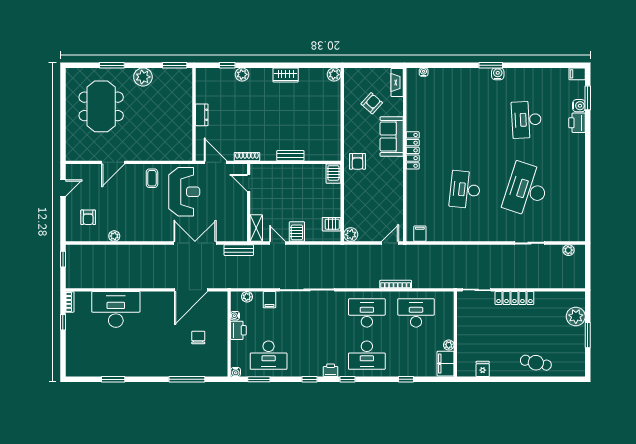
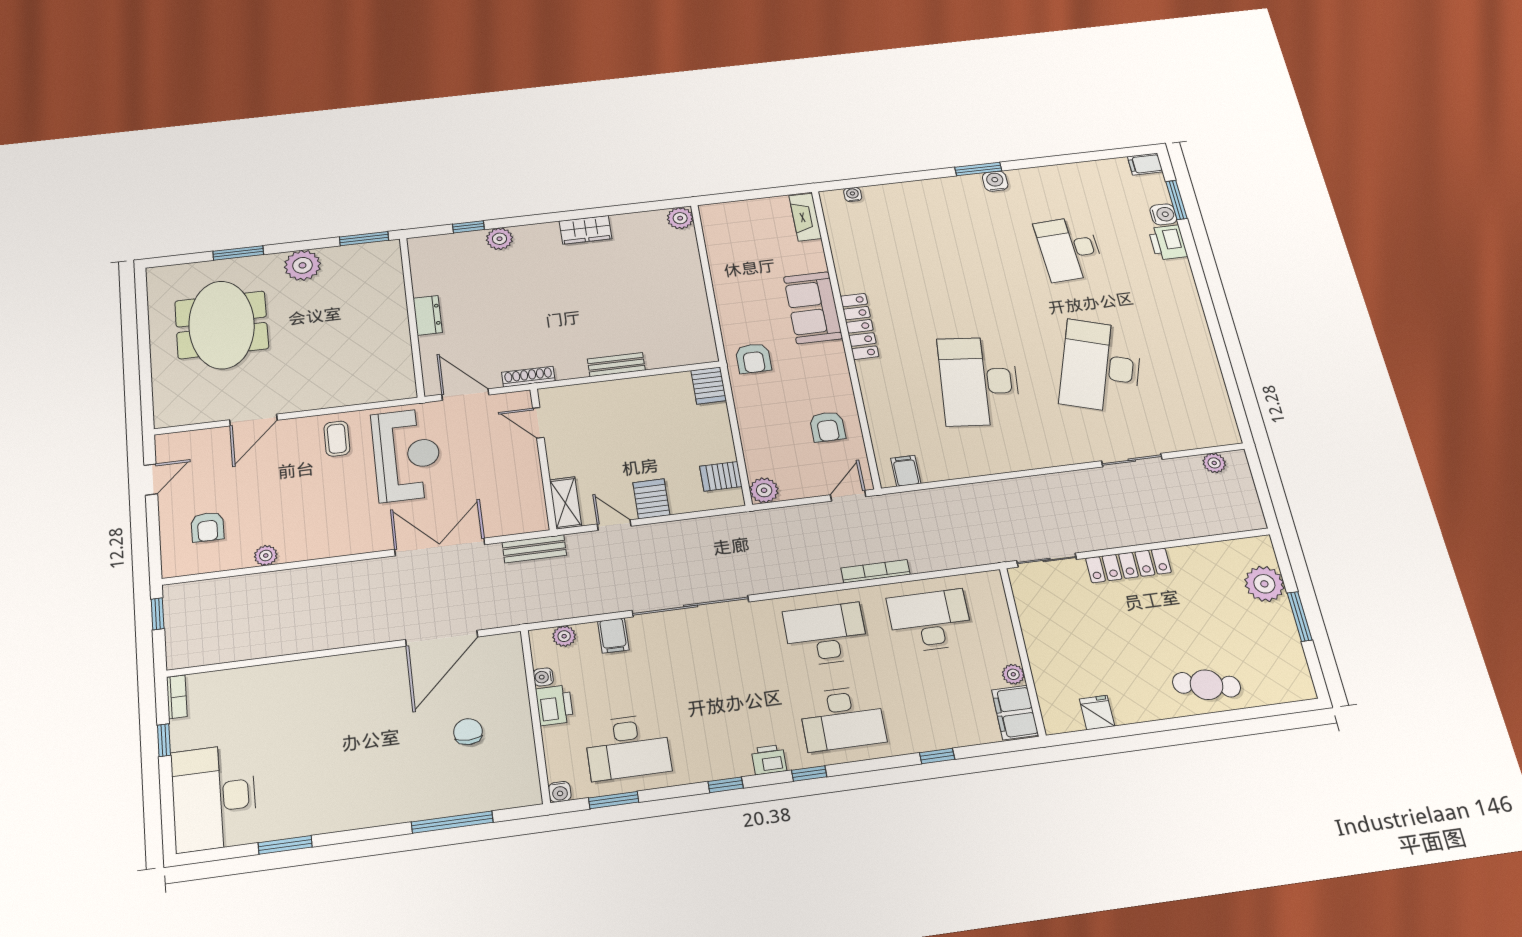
armchair: (372, 103) -> (827, 427), moved, turned 138
desk: (465, 190) -> (979, 381), width x1.36, depth x1.30
desk: (116, 309) -> (214, 798), moved, turned -90

